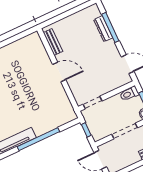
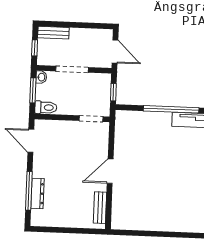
door: (59, 72) -> (110, 171), hinge flipped

